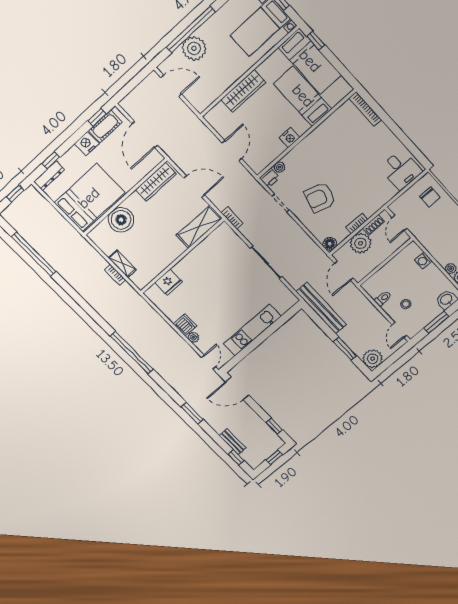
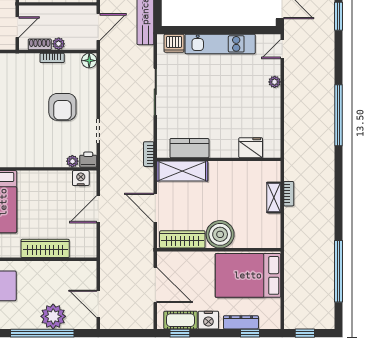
door: (145, 135) -> (155, 285), hinge flipped
nightstand: (289, 138) -> (81, 178), moved
dresser: (49, 176) -> (241, 322), moved
armchair: (320, 197) -> (62, 107), turned 74
boiler: (121, 220) -> (220, 234), moved
plant: (360, 243) -> (59, 44), width x0.53, depth x0.53
kitchen counter: (209, 246) -> (189, 148), added
dishwasher: (185, 325) -> (174, 43), moved, turned -90

